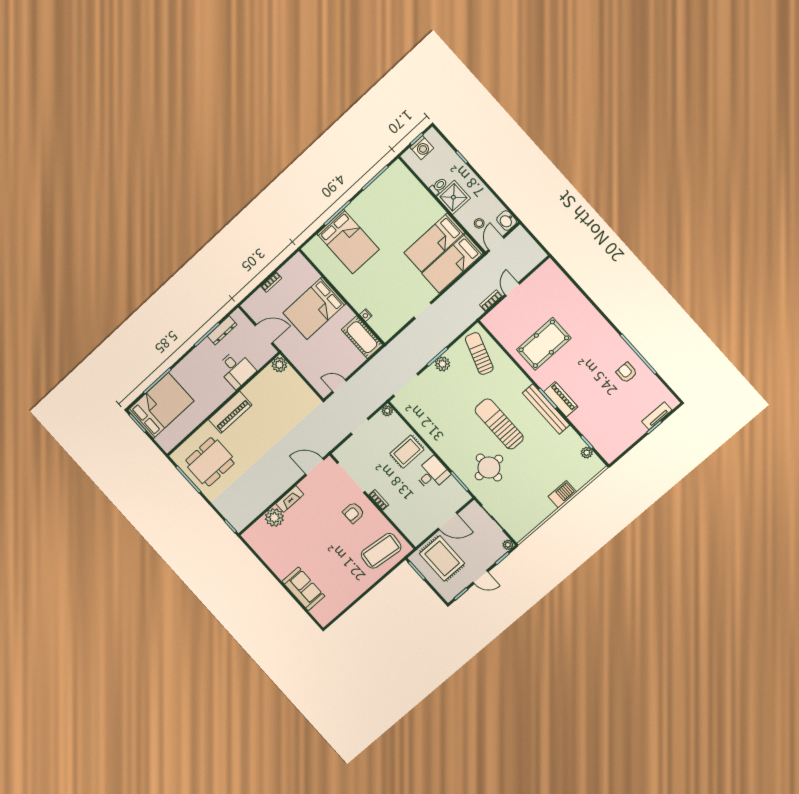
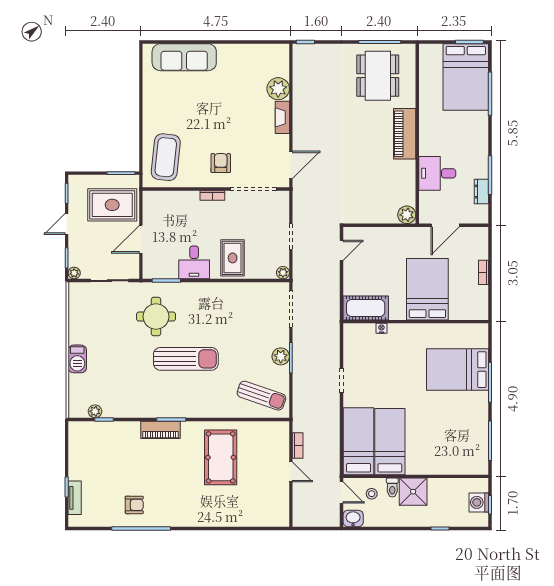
toilet: (438, 186) -> (392, 488), moved
dresser: (222, 330) -> (481, 192), width x0.70
bench: (546, 409) -> (163, 410), removed
sofa: (303, 589) -> (184, 57), width x1.36

